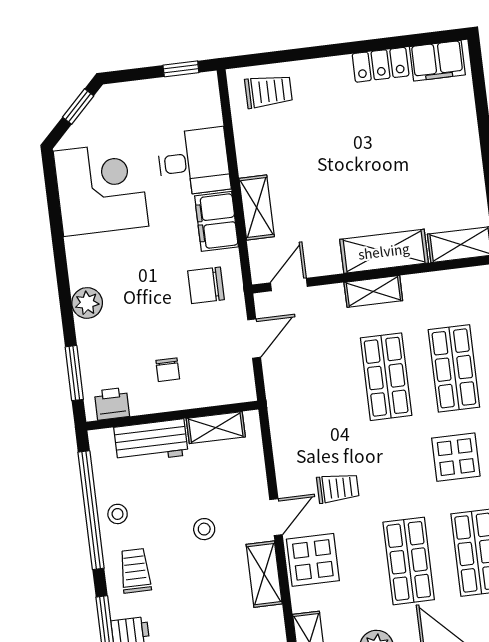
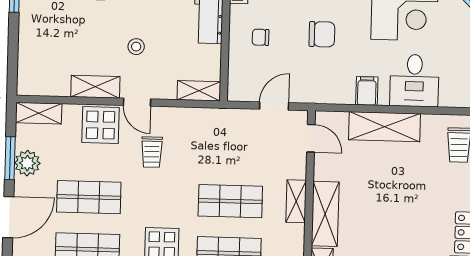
shelving: (257, 207) -> (384, 127), width x1.50, depth x1.33
filing cabinet: (216, 221) -> (367, 91), width x0.50
chair: (206, 285) -> (322, 34), moved, turned 90
door: (254, 339) -> (274, 106), swing flipped
shelving: (216, 428) -> (199, 91), moved, turned 90

